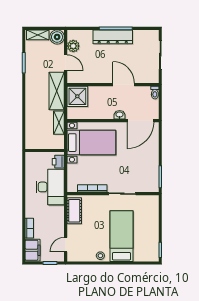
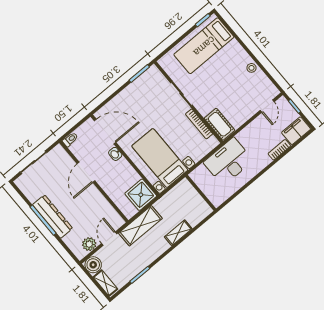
shower: (77, 96) -> (141, 195), moved
shelving: (59, 123) -> (178, 233), moved
printer: (58, 162) -> (200, 173), removed
cot: (74, 211) -> (220, 124), moved, turned 90
bed: (121, 236) -> (204, 46), moved
door: (66, 245) -> (267, 106), hinge flipped

